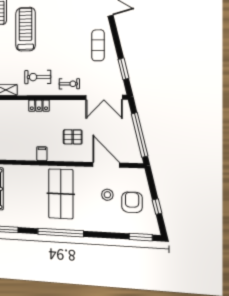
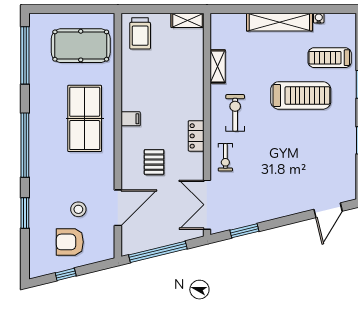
exercise mat: (98, 45) -> (276, 197), removed
locker: (39, 106) -> (196, 136), moved
table tennis table: (61, 194) -> (85, 118), moved, turned 90
armchair: (132, 202) -> (70, 242), turned 180
window: (141, 237) -> (25, 213), moved

